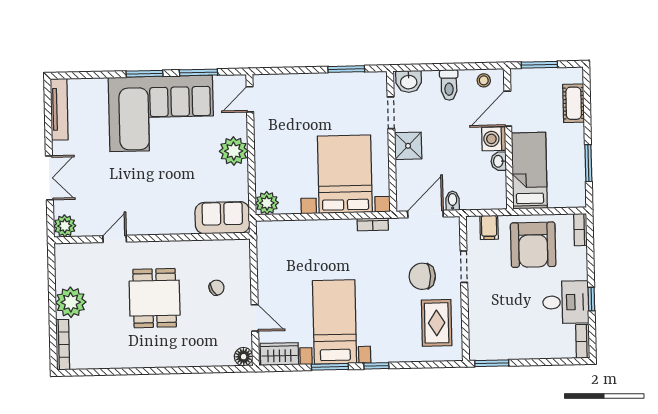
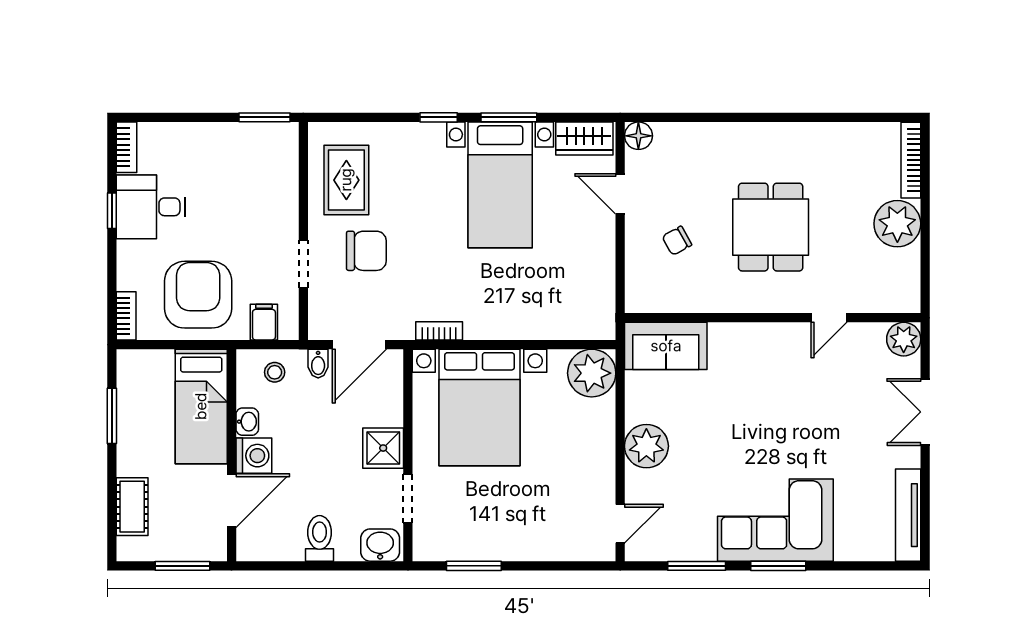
stool: (484, 80) -> (275, 372), moved
corner sofa: (161, 113) -> (775, 520), width x0.73, depth x0.74
plant: (267, 203) -> (592, 373), width x1.36, depth x1.36

